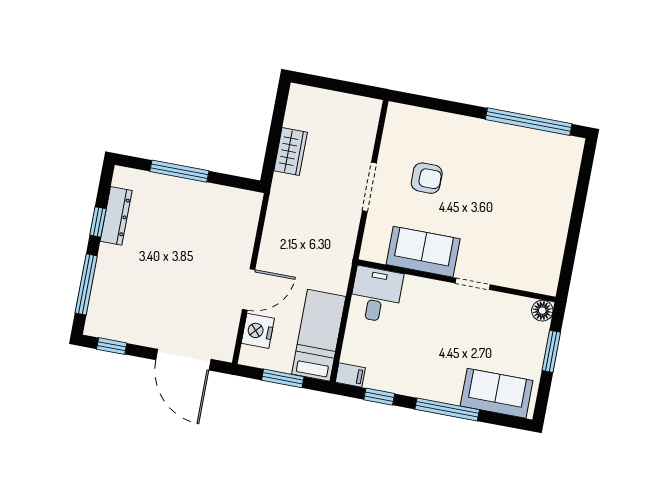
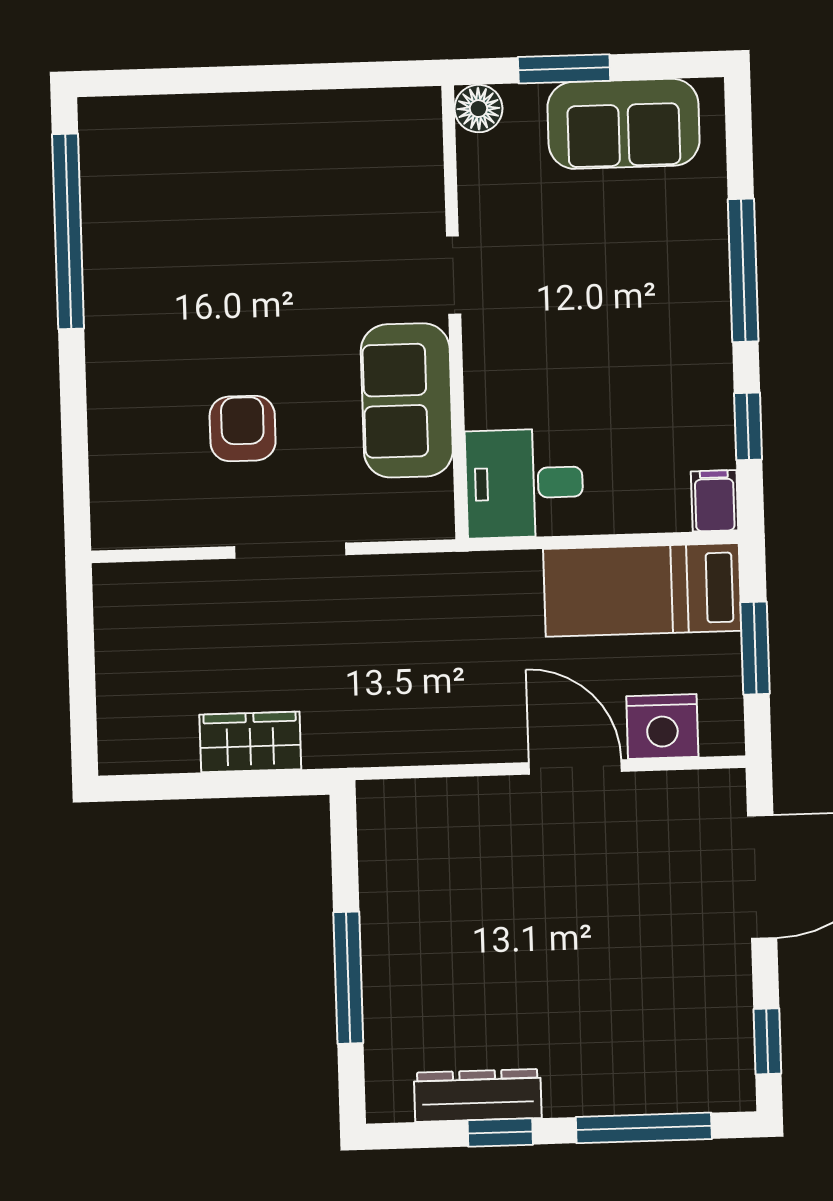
sofa: (497, 393) -> (623, 124), moved, turned -90

